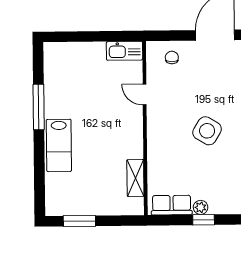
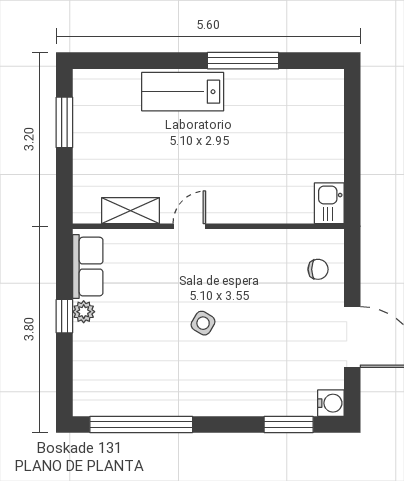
kitchen sink: (124, 51) -> (329, 203), width x0.73
door: (145, 95) -> (189, 226), moved
side table: (207, 131) -> (203, 323), width x0.54, depth x0.54

